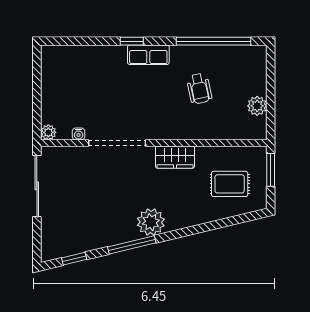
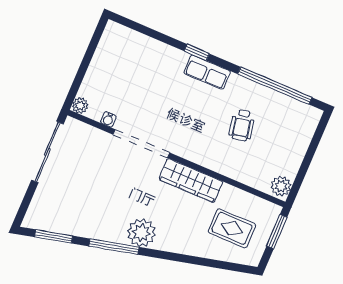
plant: (257, 106) -> (281, 186), moved
wardrobe: (175, 157) -> (191, 181), width x1.50
window: (74, 259) -> (54, 236), width x1.50

